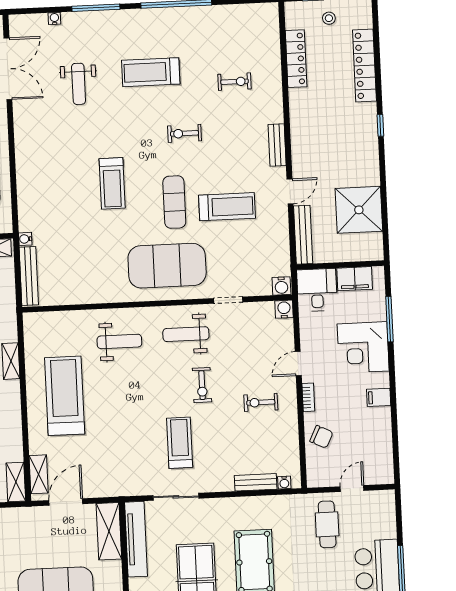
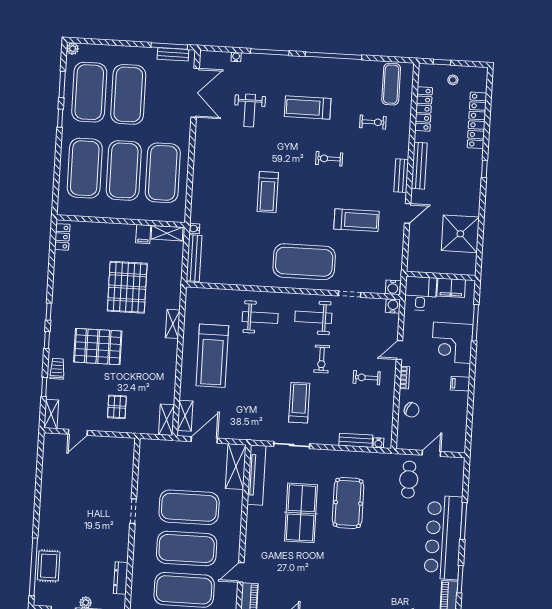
exercise mat: (174, 202) -> (391, 84), moved
bench: (303, 235) -> (419, 166), moved
treadmill: (65, 396) -> (212, 356), turned 180

